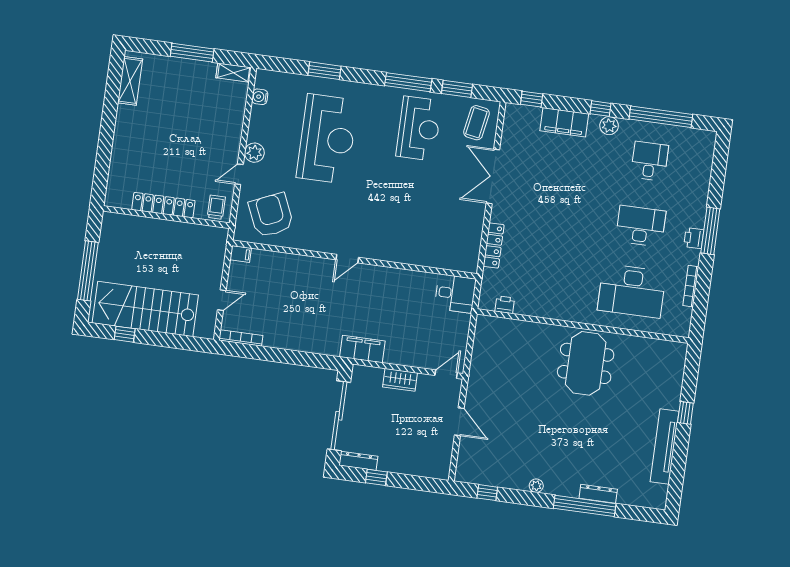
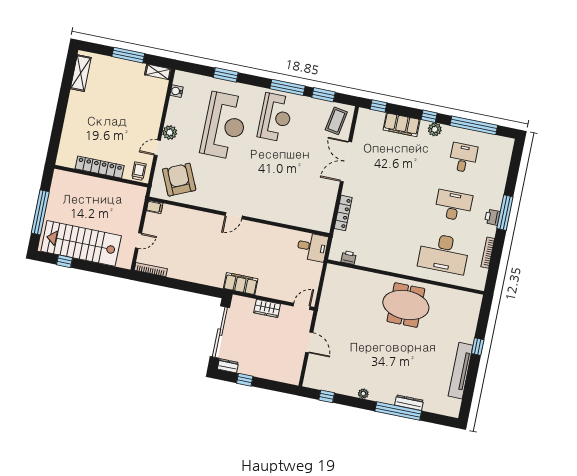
reception desk: (419, 128) -> (275, 117), moved
meeting table: (586, 363) -> (406, 305), turned 90
dresser: (358, 461) -> (228, 366), width x0.70

